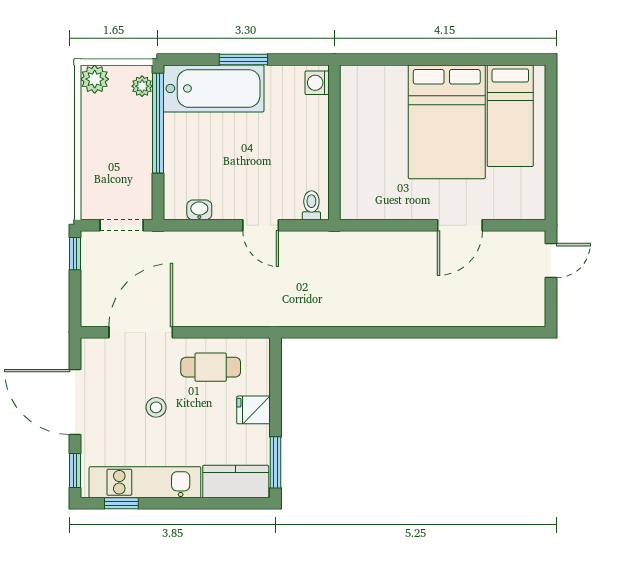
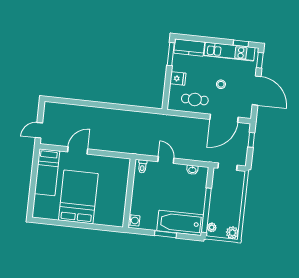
bed: (510, 116) -> (47, 172), moved, turned 180
window: (75, 254) -> (251, 140), moved

